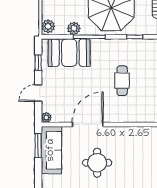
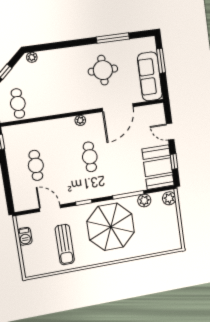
booth: (69, 53) -> (158, 167), moved, turned 90
door: (38, 93) -> (170, 132), swing flipped
plant: (46, 118) -> (80, 120), moved
window: (38, 146) -> (161, 61), moved

